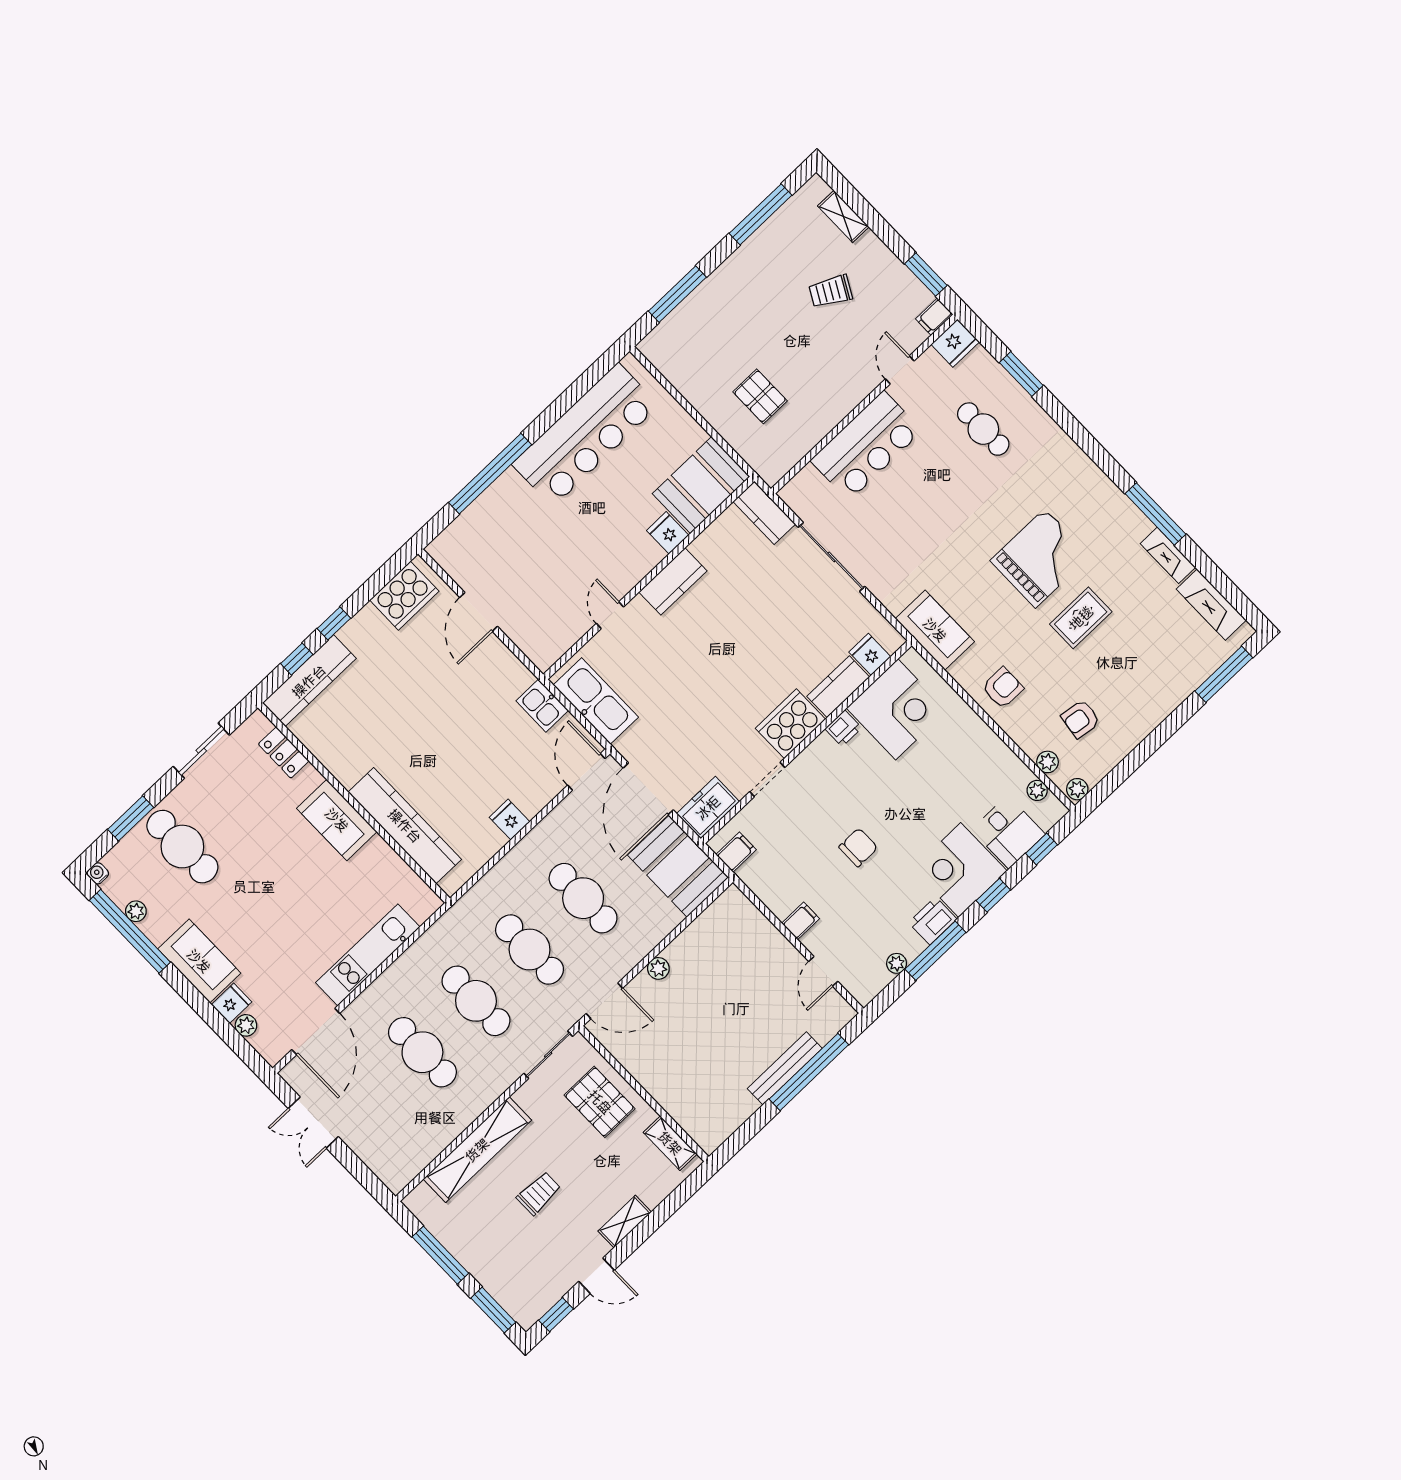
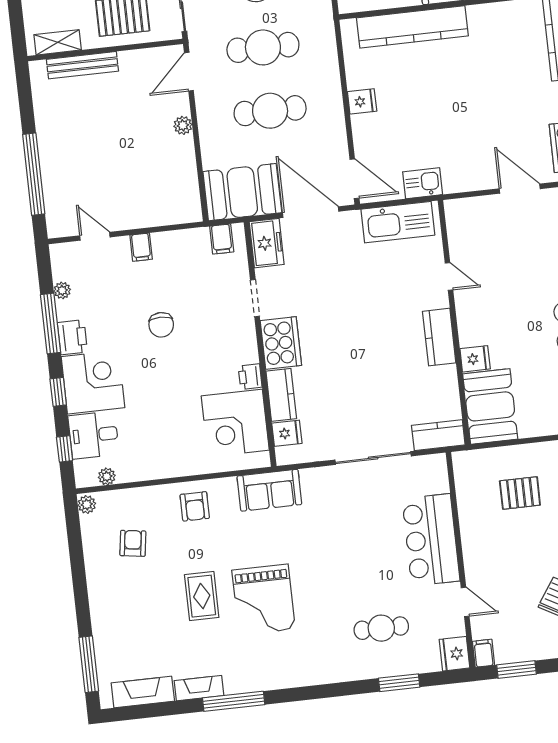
plant: (1047, 762) -> (121, 498), removed
bench: (785, 1068) -> (82, 65), moved, turned 90

